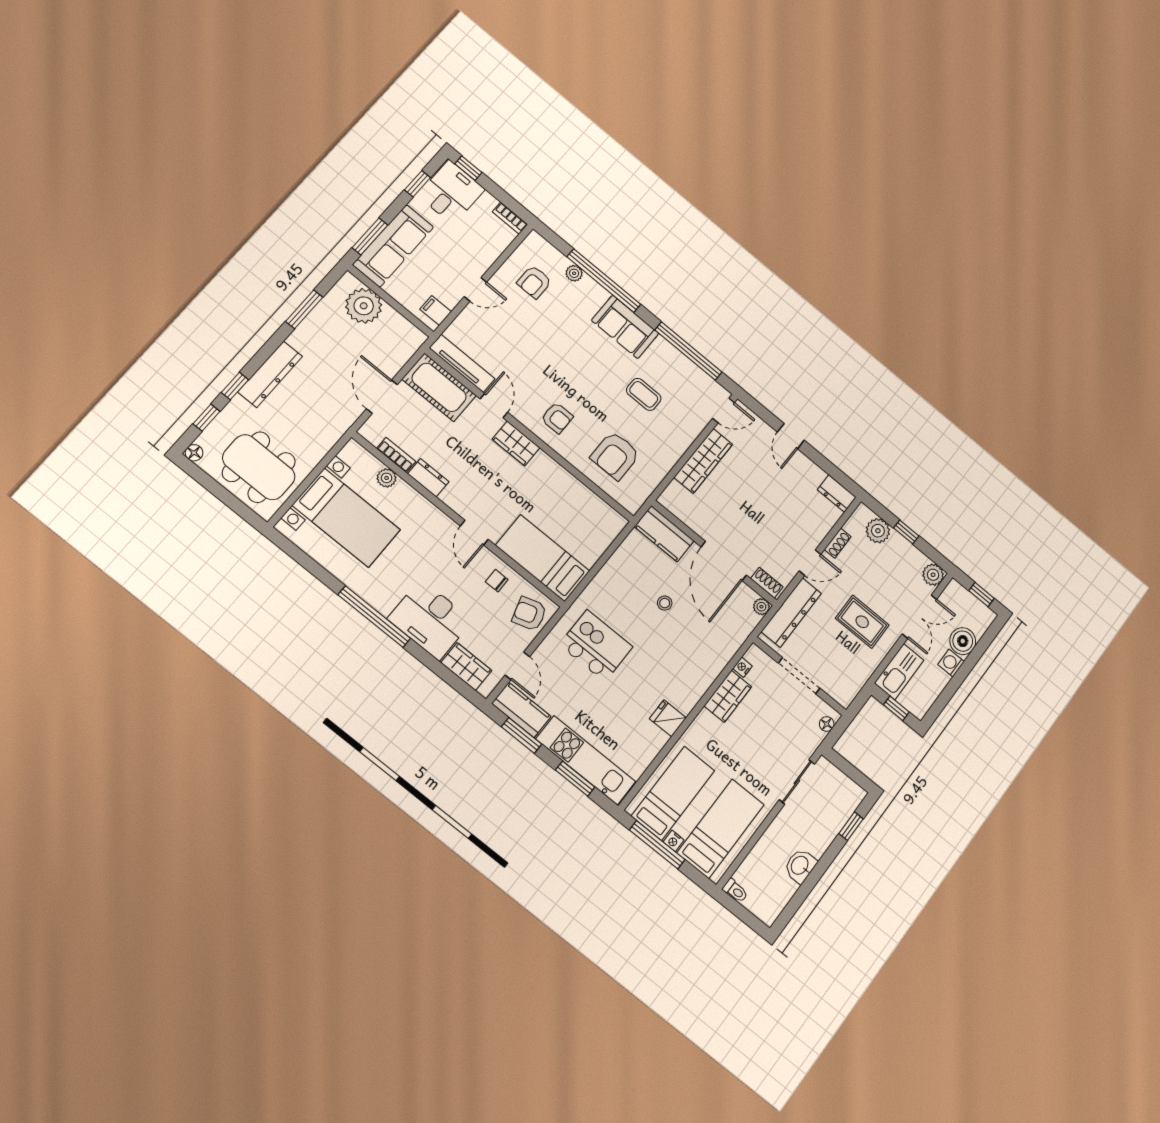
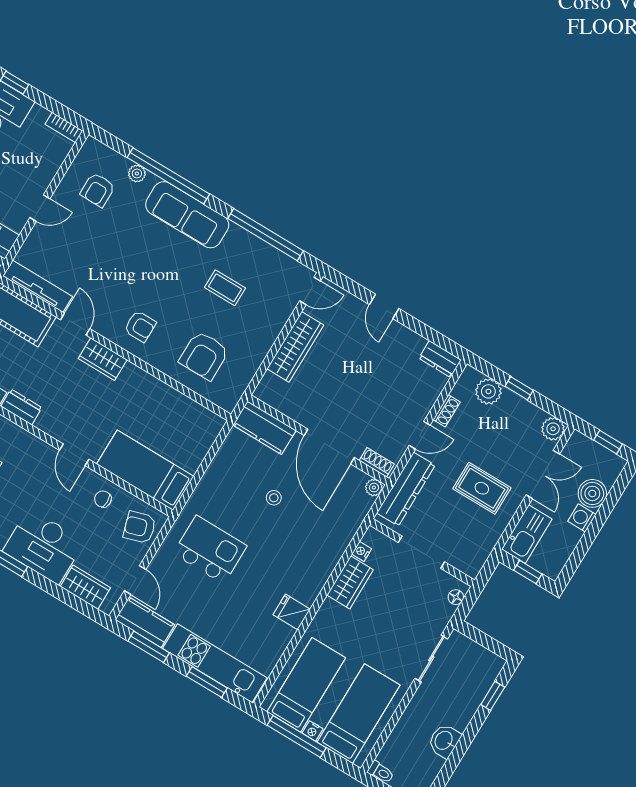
sofa: (625, 327) -> (187, 215), width x1.36

